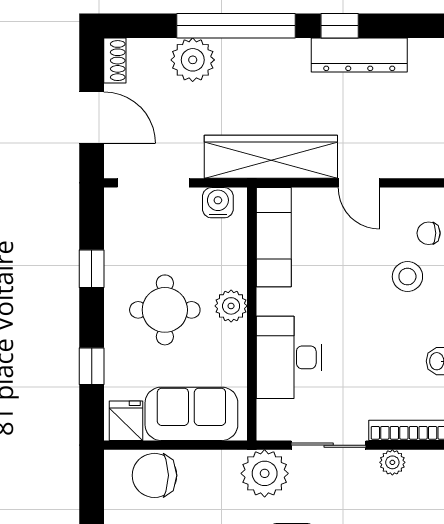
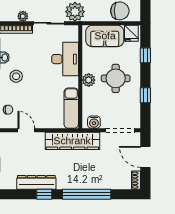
plant: (193, 60) -> (104, 180), removed
door: (359, 183) -> (26, 130), moved
stool: (407, 277) -> (16, 76), moved

